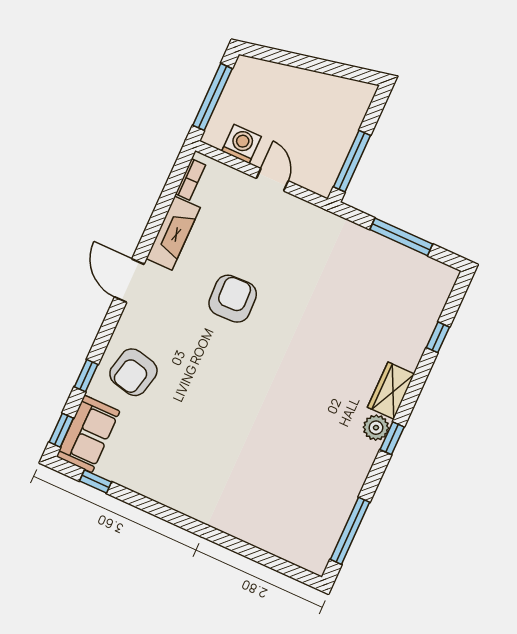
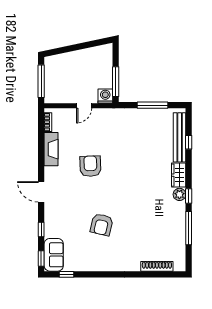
washing machine: (241, 144) -> (105, 96), moved
door: (272, 180) -> (84, 106), swing flipped
door: (129, 281) -> (41, 192), moved
bench: (425, 320) -> (180, 137), added
armchair: (133, 372) -> (102, 225), moved
window: (350, 531) -> (189, 228), moved
shoe rack: (272, 544) -> (157, 266), added

